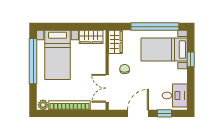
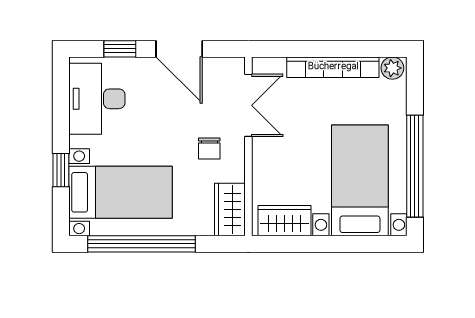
desk: (175, 95) -> (97, 99), width x1.37
door: (138, 113) -> (179, 49), hinge flipped

